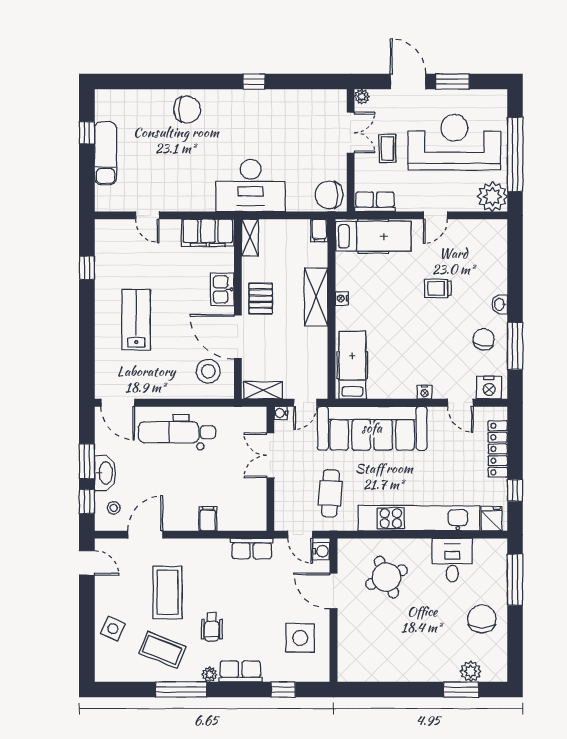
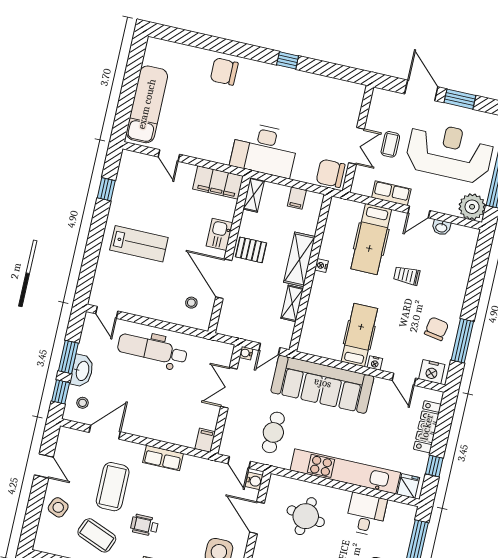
plant: (362, 97) -> (378, 94), removed
chair: (187, 110) -> (224, 72), turned 180
window: (87, 133) -> (133, 72), removed
double door: (351, 133) -> (356, 146), moved
exam couch: (105, 153) -> (147, 104), width x1.36, depth x1.45
row of seats: (375, 202) -> (391, 193), moved
filing cabinet: (319, 230) -> (297, 198), moved
hospital bed: (373, 236) -> (371, 239), moved, turned 90
pallet: (261, 299) -> (251, 250), turned 90
washbasin: (500, 304) -> (441, 227), moved, turned -90
lab bench: (136, 320) -> (139, 244), turned 90
hospital bed: (352, 365) -> (359, 335), moved
stool: (208, 371) -> (191, 303), width x0.53, depth x0.53
shelving: (263, 390) -> (292, 303), moved, turned 90
door: (118, 403) -> (107, 312), width x0.73
filing cabinet: (208, 519) -> (205, 440), moved
row of seats: (252, 549) -> (163, 458), moved
door: (87, 563) -> (44, 466), moved
round table: (386, 577) -> (306, 516), turned 34
wheelchair: (212, 627) -> (144, 525), turned 90

